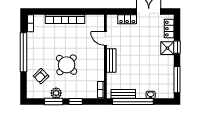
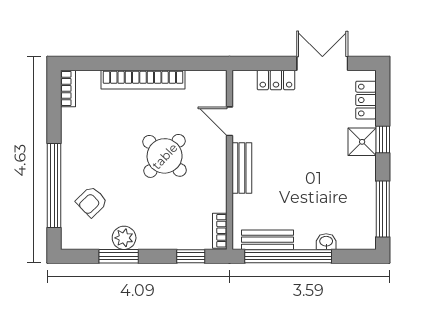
window: (23, 52) -> (54, 185), moved
round table: (67, 65) -> (165, 156), moved
window: (76, 102) -> (191, 256), moved

